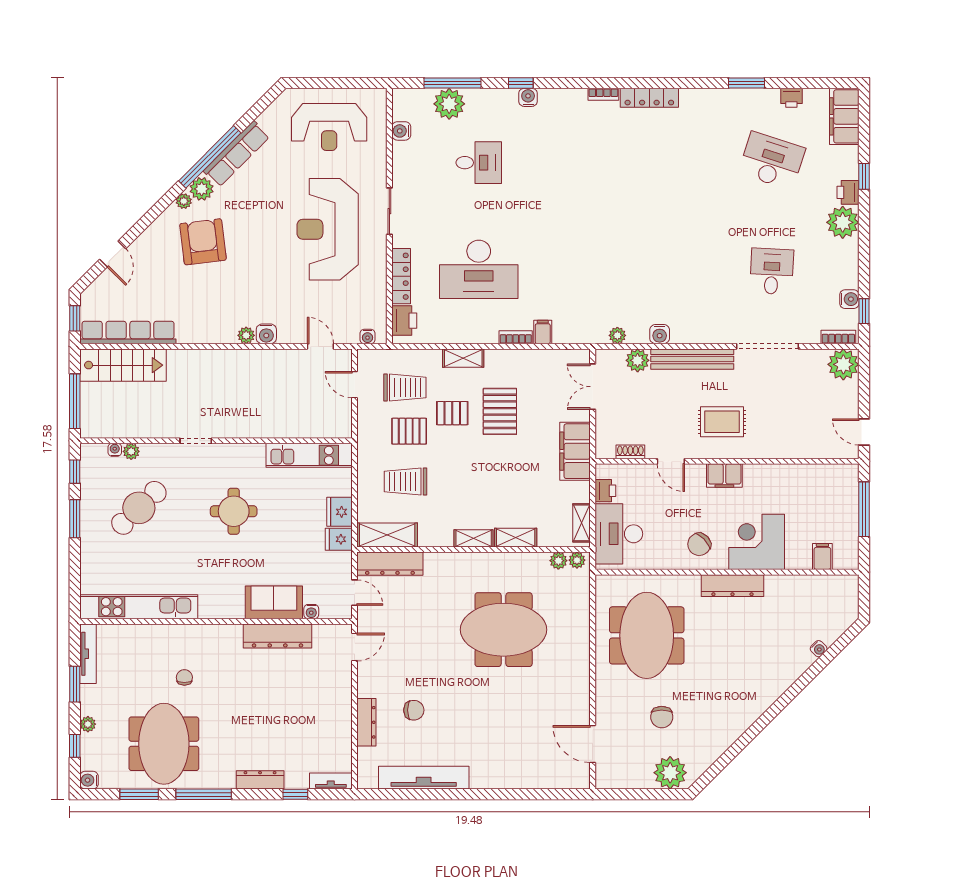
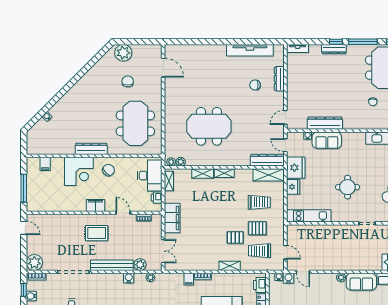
sofa: (207, 327) -> (361, 282), added
water cooler: (266, 334) -> (288, 278), moved
pallet: (500, 411) -> (211, 238), removed
fridge: (339, 539) -> (296, 168), width x1.88, depth x1.34
window: (295, 794) -> (336, 42), moved

